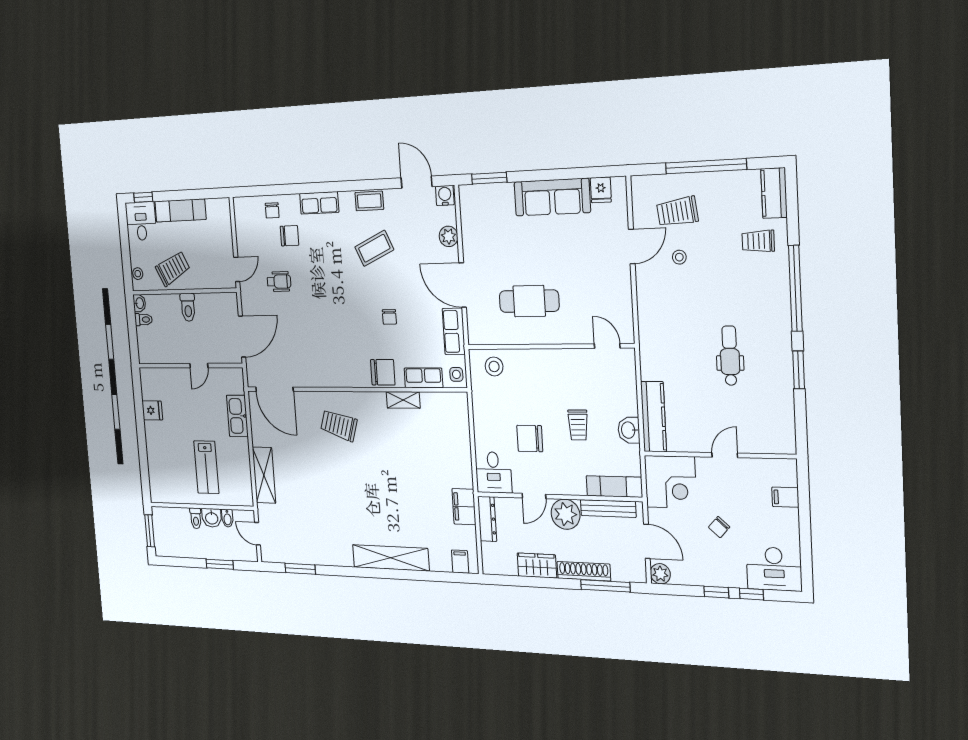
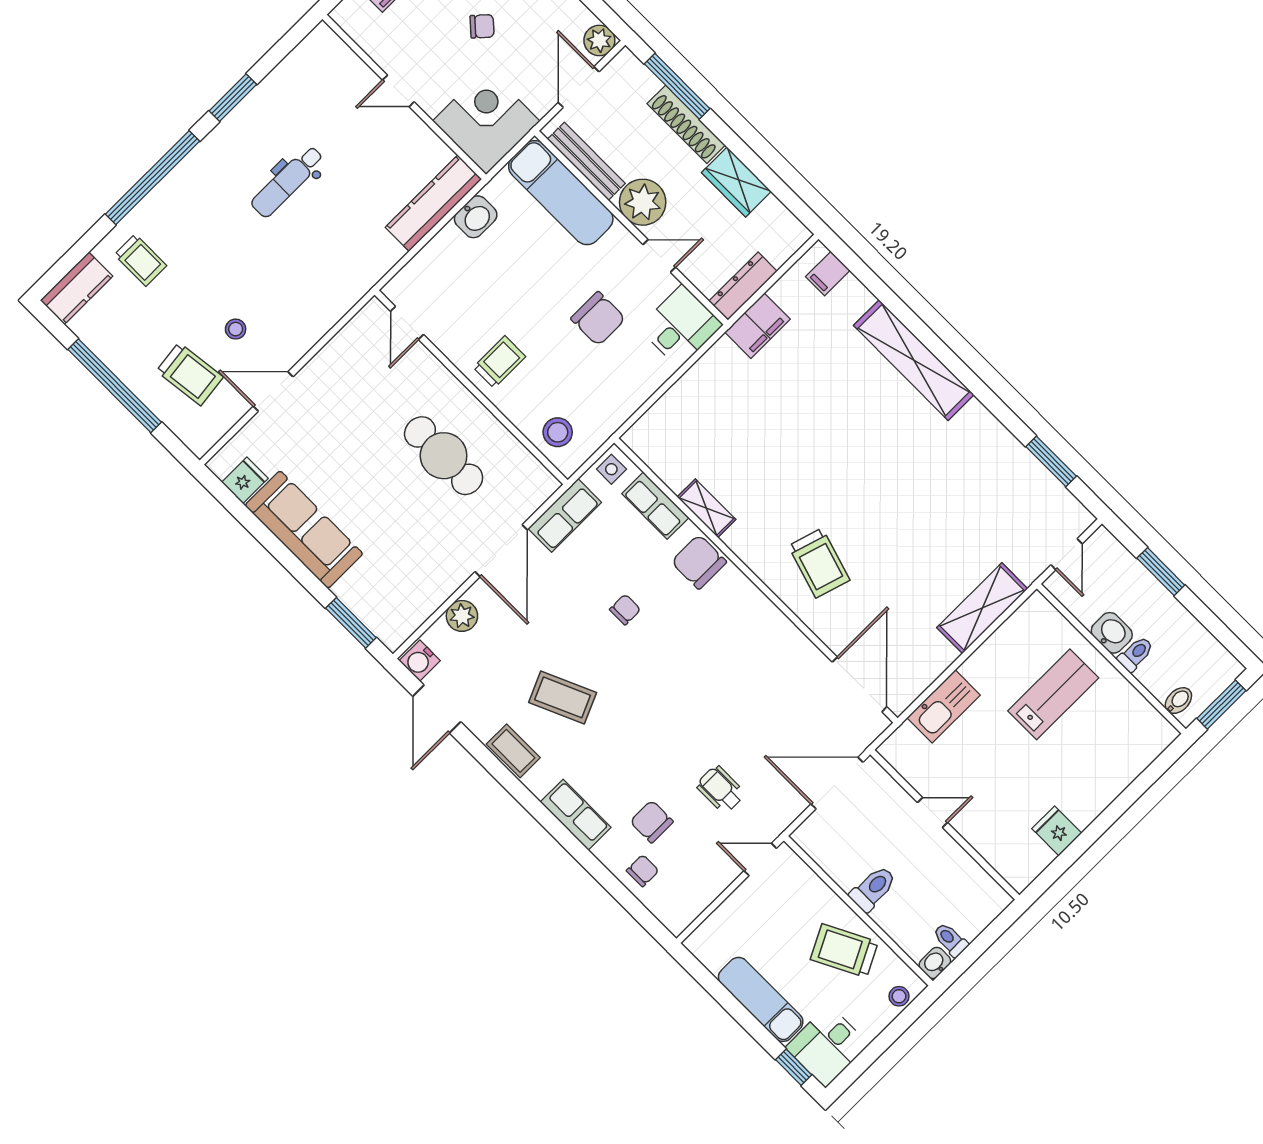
trolley: (578, 425) -> (499, 362), moved
exam couch: (614, 487) -> (561, 193), width x1.36, depth x1.45
bidet: (227, 518) -> (1178, 701), moved

